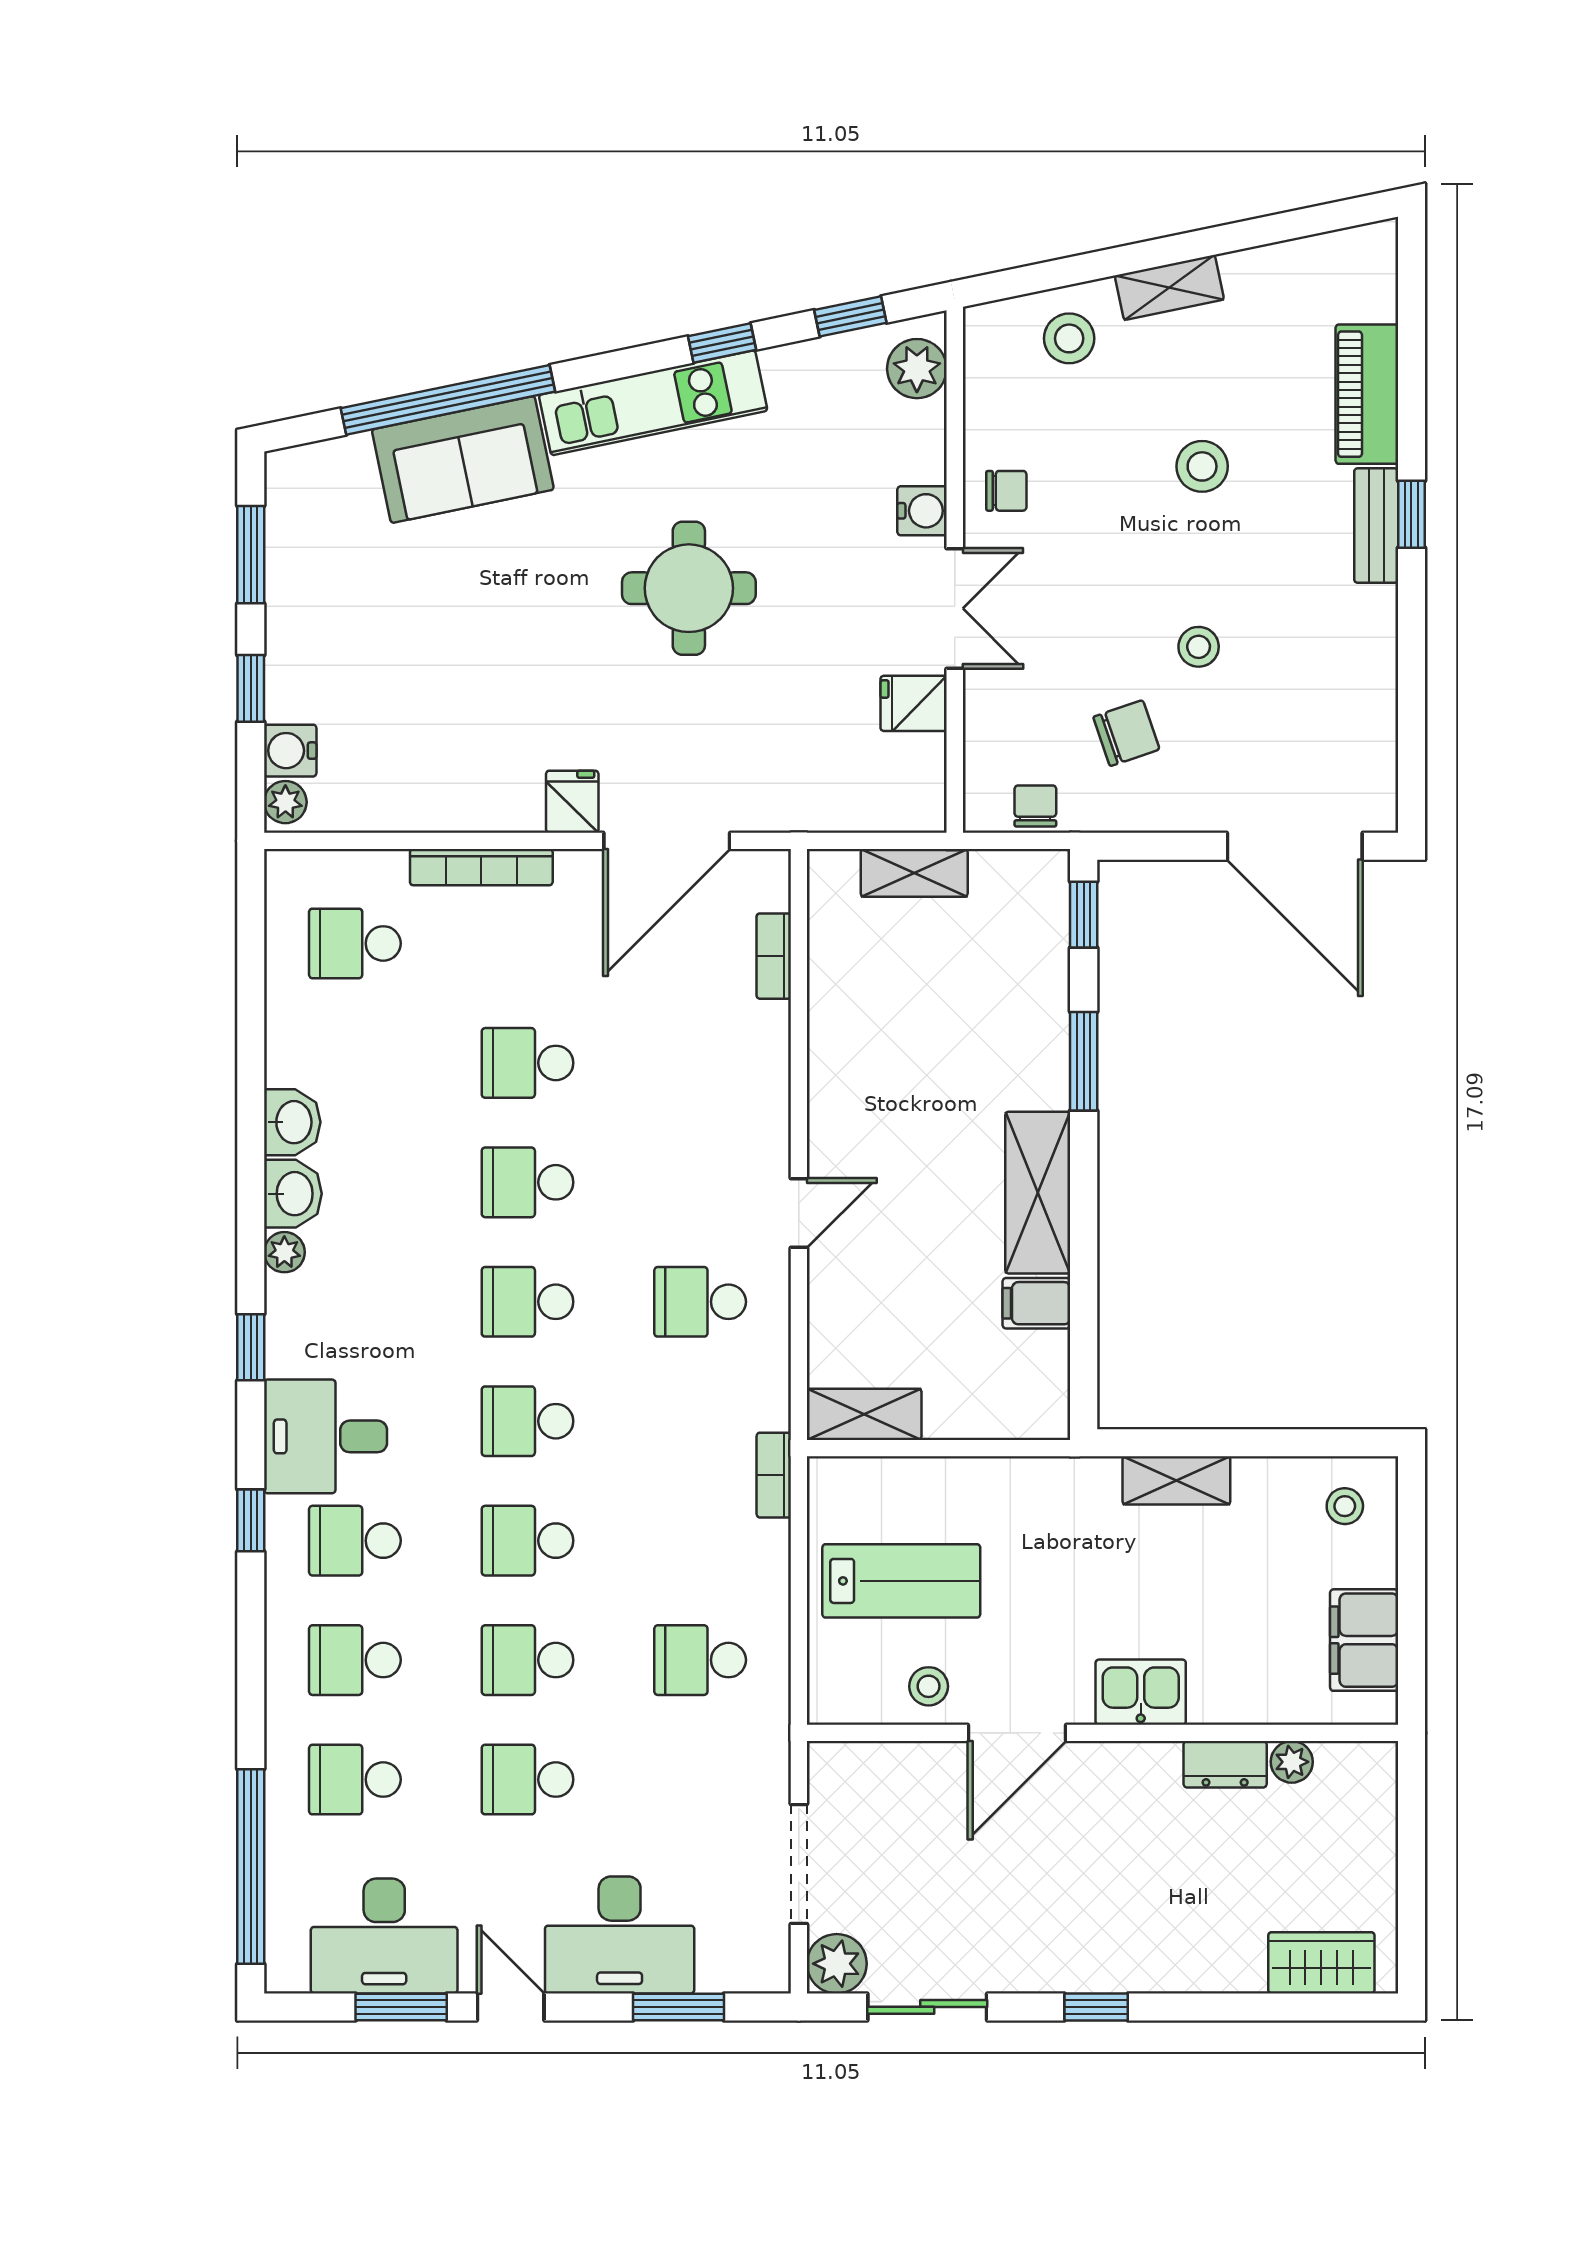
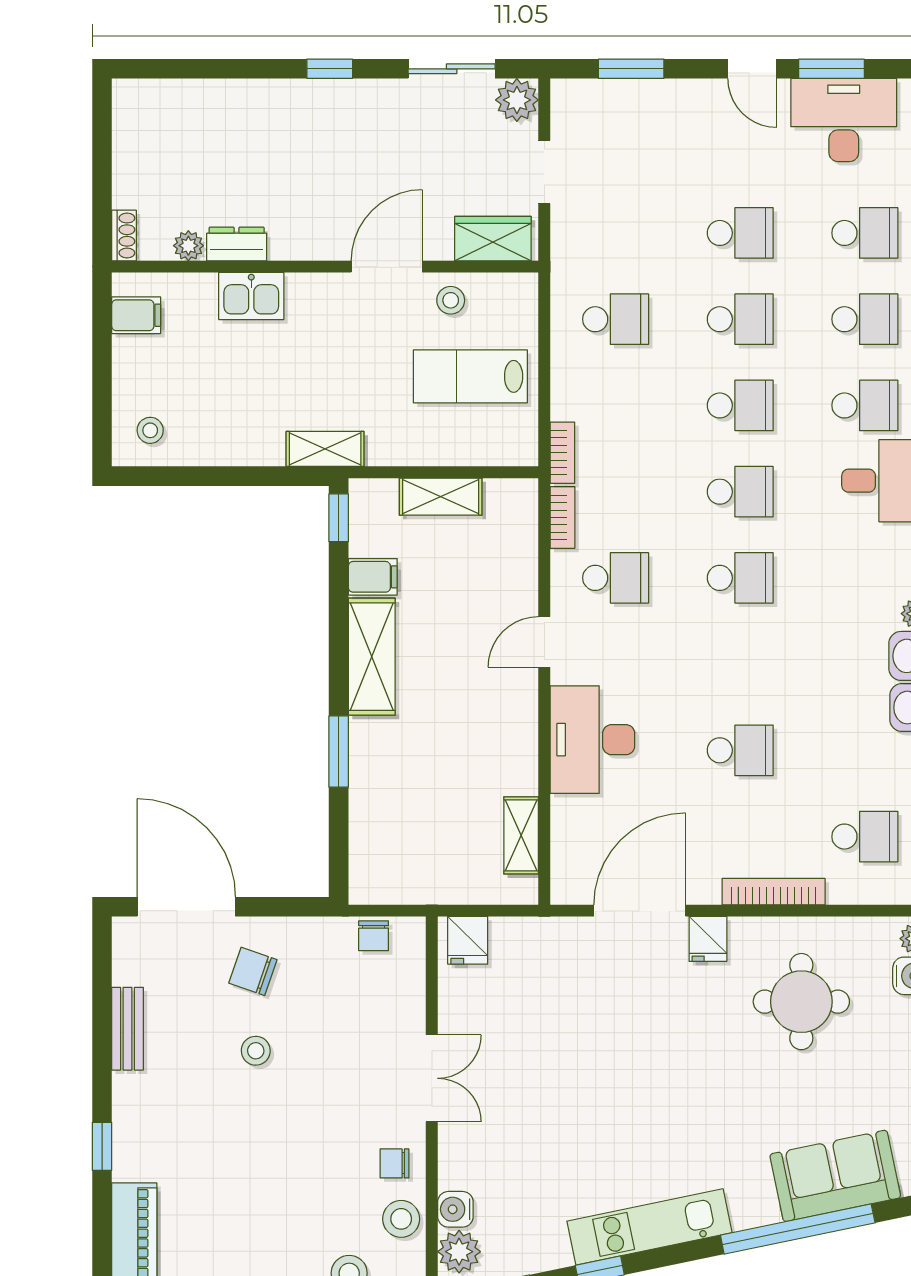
sofa: (463, 460) -> (835, 1176), moved
stool: (1202, 466) -> (401, 1219), moved
water cooler: (922, 511) -> (455, 1209), moved
bench: (1376, 526) -> (128, 1029), moved
round table: (689, 588) -> (801, 1002), moved
double door: (955, 608) -> (432, 1078), swing flipped
fridge: (914, 703) -> (468, 940), moved, turned 90
chair: (1126, 733) -> (253, 971), moved, turned 38
shelving: (914, 873) -> (521, 835), moved, turned 90
window: (1084, 915) -> (339, 518), moved
bookcase: (774, 956) -> (562, 517), moved
school desk: (527, 1182) -> (740, 664), removed
shelving: (864, 1414) -> (441, 497), moved
shelving: (1176, 1480) -> (325, 449), moved
filing cabinet: (1364, 1640) -> (136, 315), width x0.50
kitchen sink: (1141, 1692) -> (251, 296), moved
shoe rack: (1381, 1776) -> (124, 236), added
doorway: (799, 1864) -> (544, 172), width x0.73
desk: (620, 1935) -> (592, 740), moved, turned -90
wardrobe: (1321, 1963) -> (493, 239), moved, turned 180

